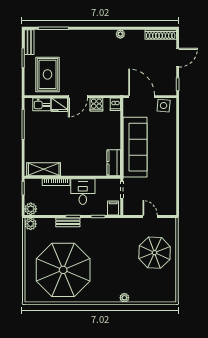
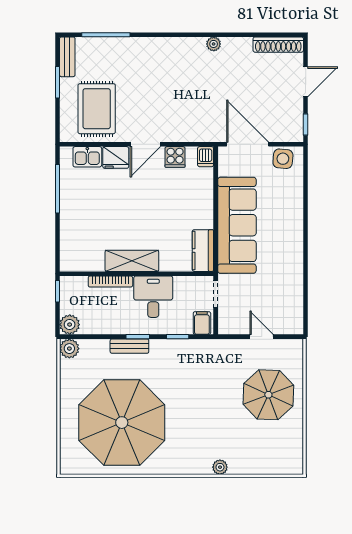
shelving: (44, 169) -> (132, 261), moved

